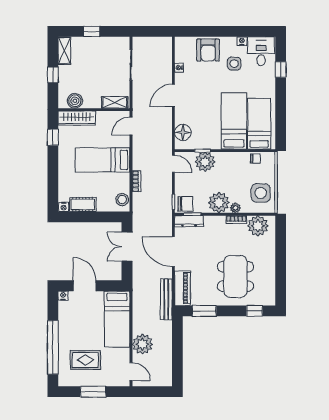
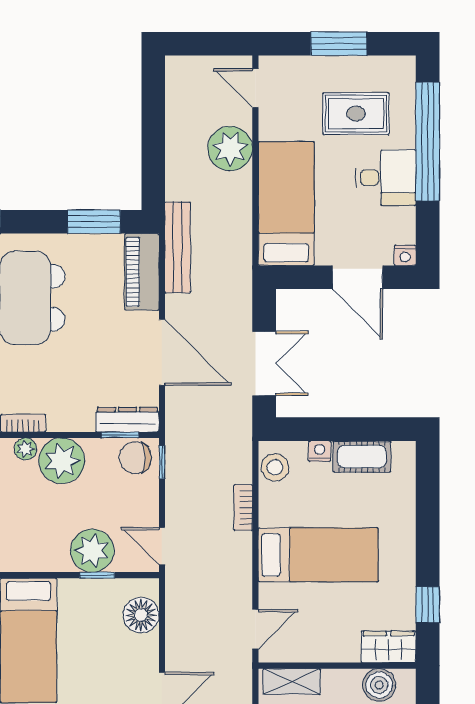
wardrobe: (77, 118) -> (389, 647), width x0.67
nightstand: (64, 207) -> (320, 451), moved
desk: (72, 331) -> (386, 178), added

